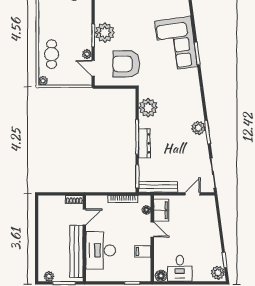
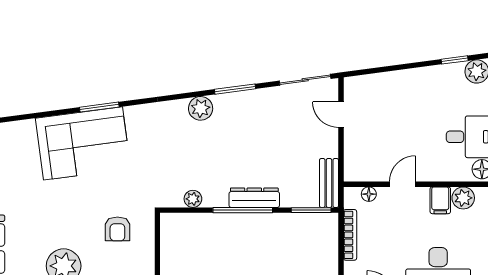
armchair: (126, 64) -> (117, 229), width x0.53, depth x0.53
plant: (148, 108) -> (193, 199), width x0.53, depth x0.53
plant: (198, 128) -> (201, 108), moved
bench: (158, 187) -> (329, 183), width x0.73
filing cabinet: (161, 210) -> (369, 169), removed
plant: (144, 265) -> (463, 198), added

